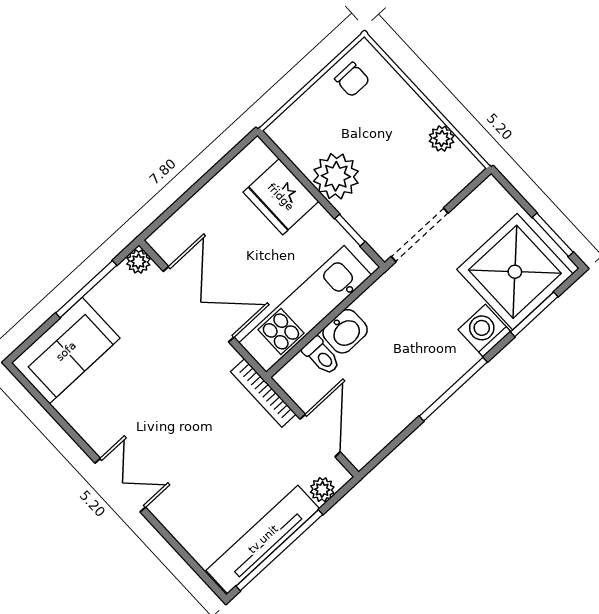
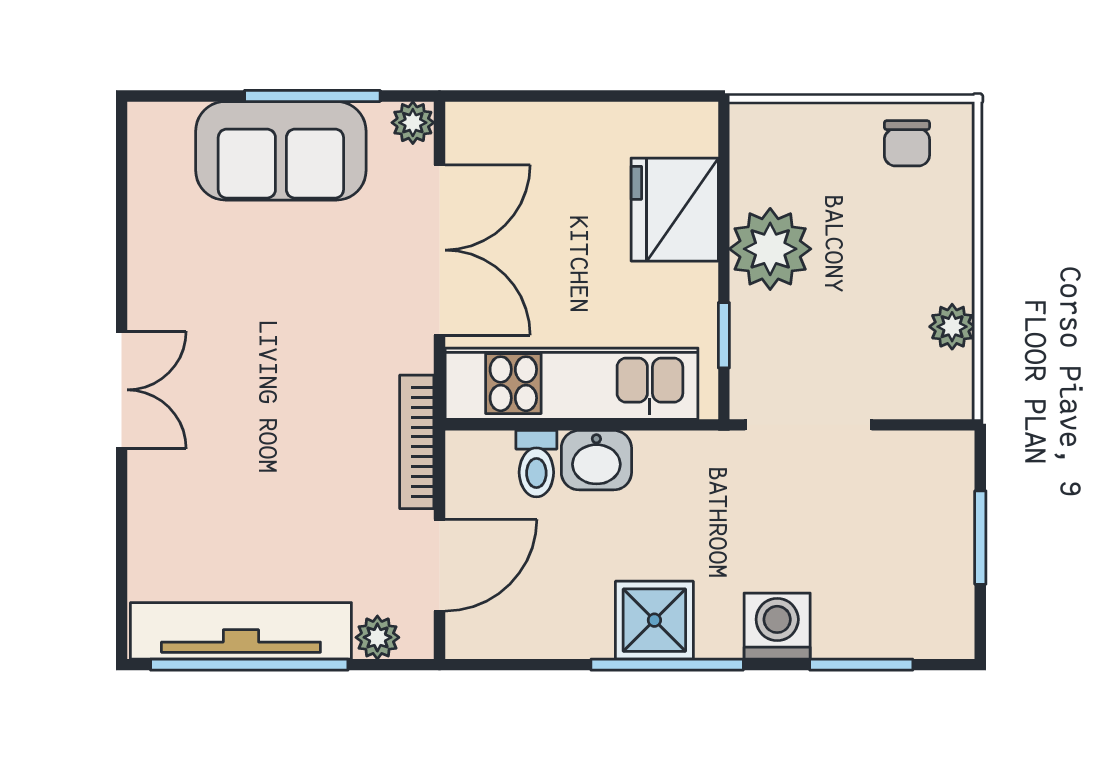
window: (553, 235) -> (980, 538), moved
shower: (515, 272) -> (654, 620), moved, width x0.54, depth x0.54
sofa: (66, 351) -> (281, 151), moved

